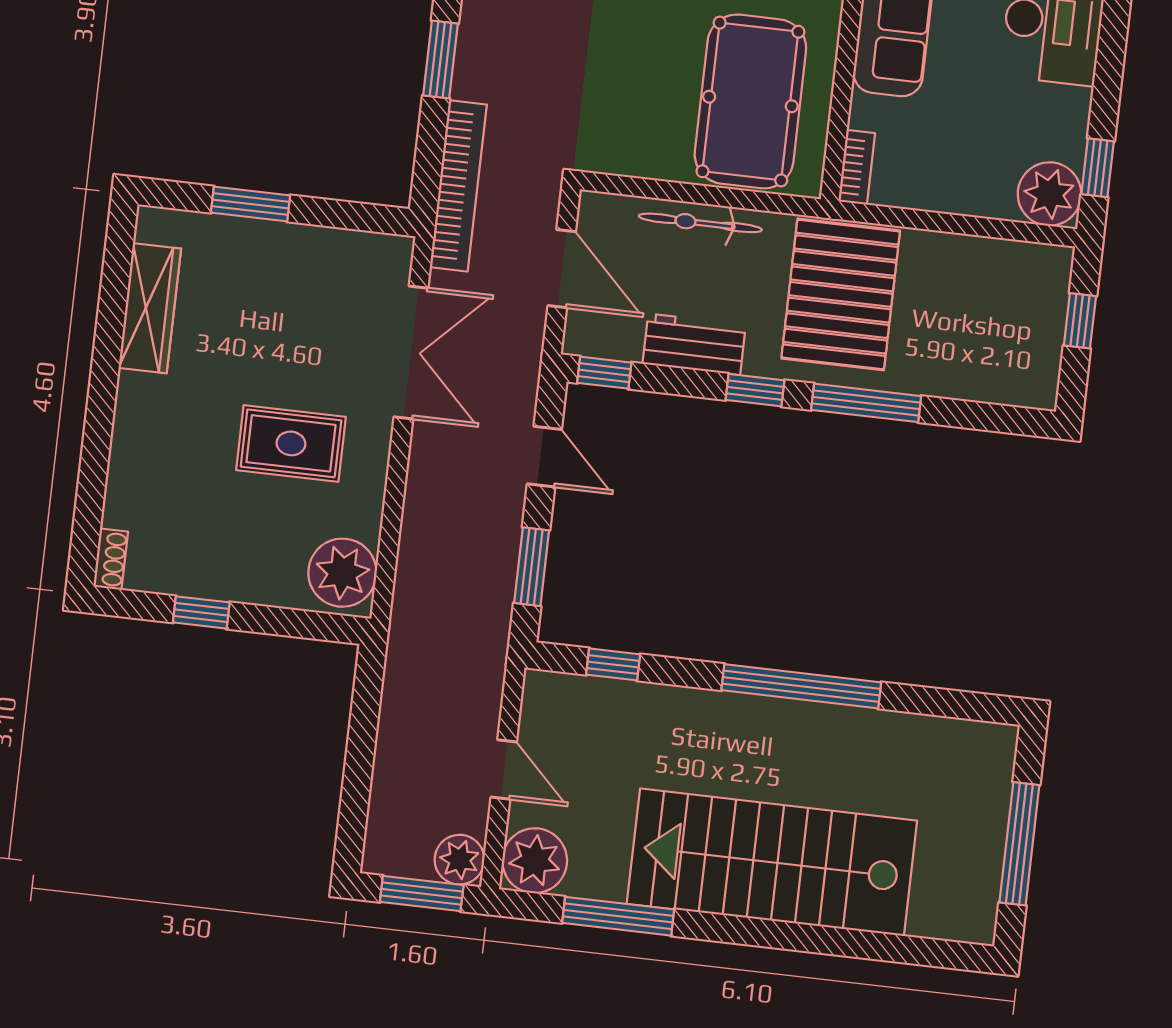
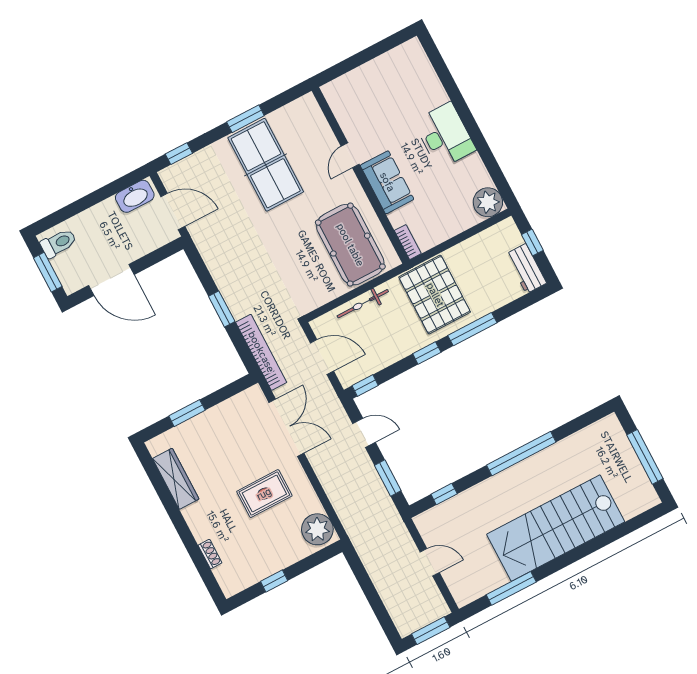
window: (1098, 168) -> (499, 180), removed
workbench: (694, 344) -> (526, 269), moved, turned -90
shoe rack: (111, 559) -> (210, 554), moved
plant: (460, 860) -> (436, 608), removed
plant: (535, 861) -> (465, 589), removed

